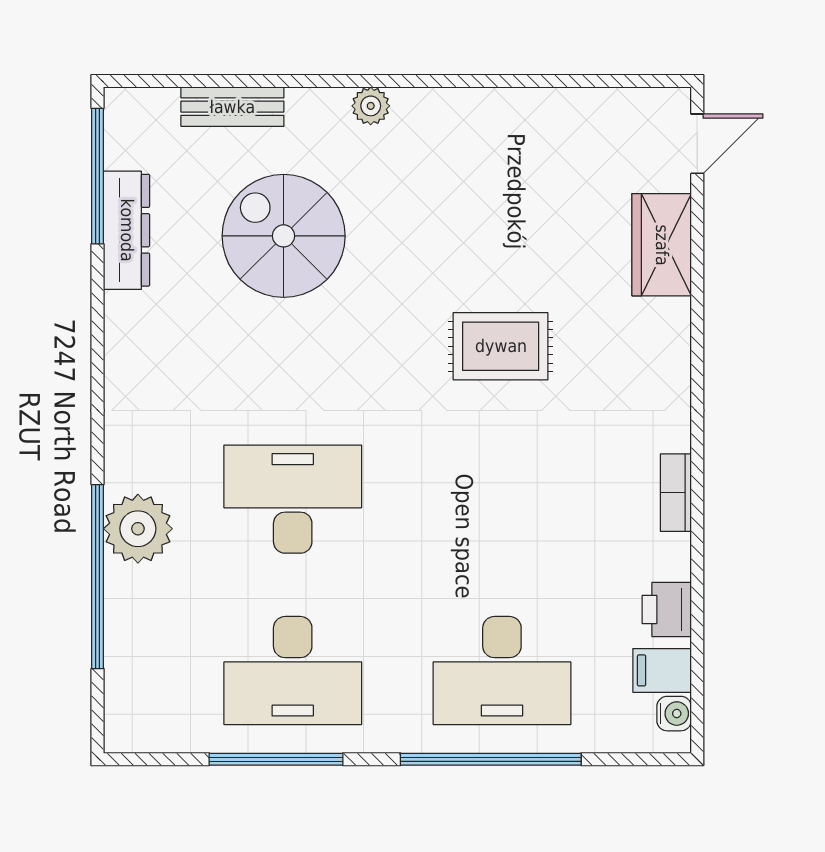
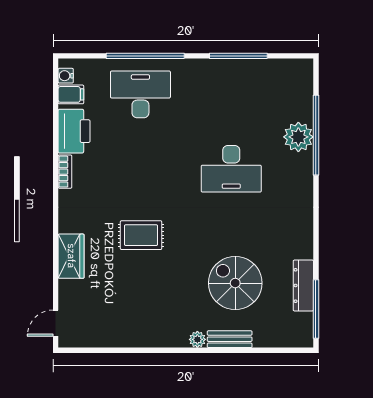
bench: (232, 107) -> (230, 339), moved
spiral stairs: (284, 236) -> (235, 283), turned 180
wardrobe: (662, 245) -> (71, 256), moved
plant: (138, 529) -> (298, 137), moved
printer: (667, 609) -> (74, 131), width x1.87, depth x1.48
desk: (293, 671) -> (231, 94), removed

